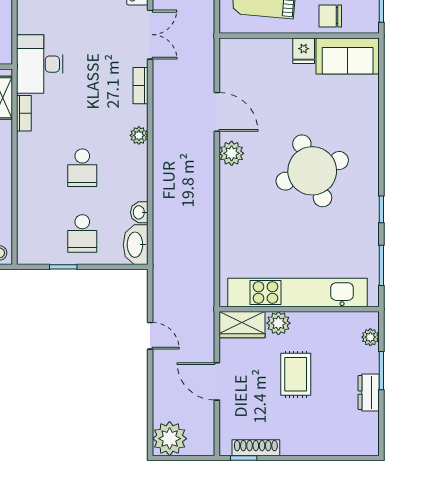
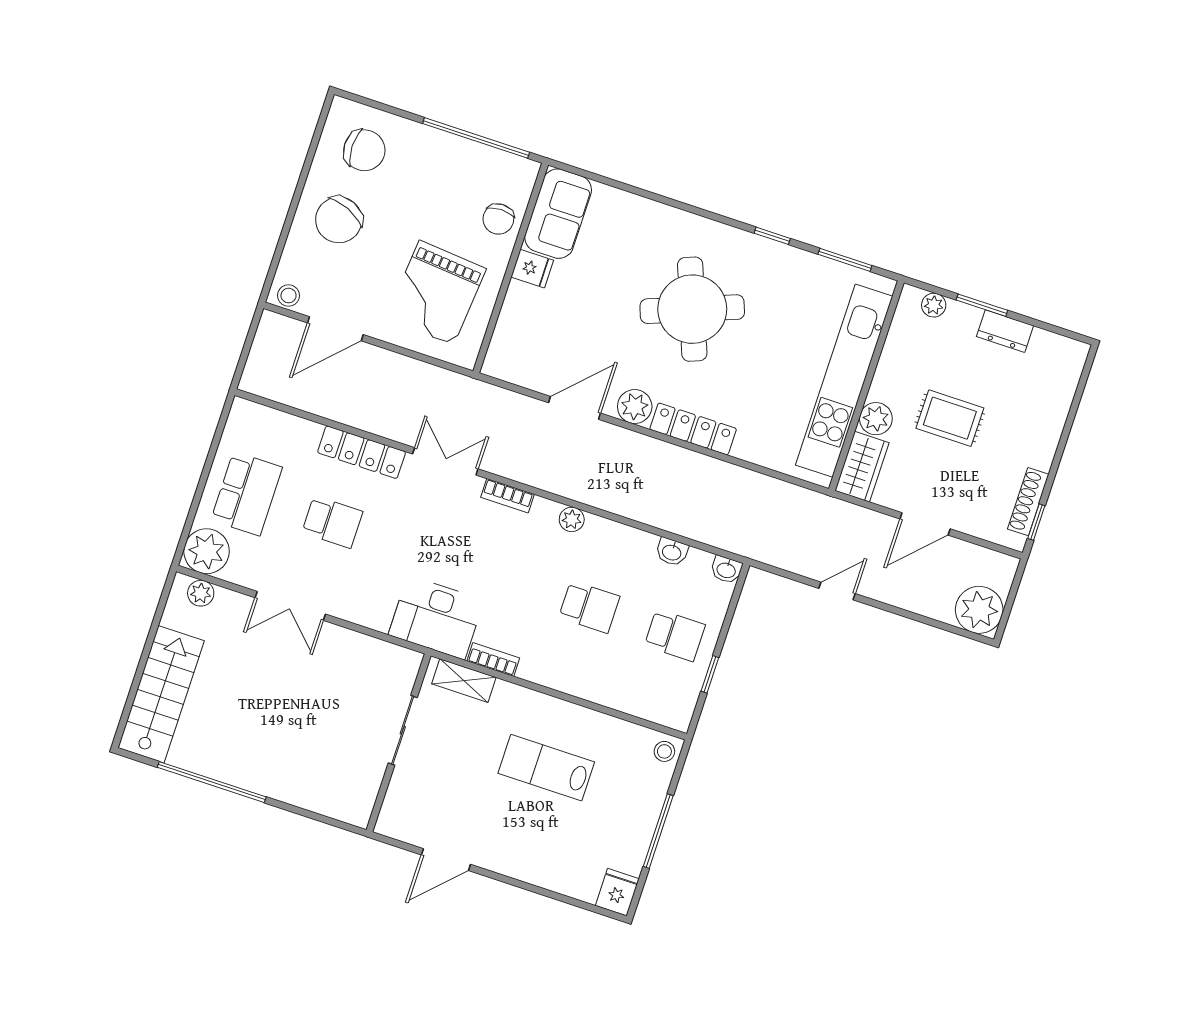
locker: (229, 199) -> (693, 429), added
washbasin: (136, 245) -> (726, 570), width x0.52, depth x0.69

